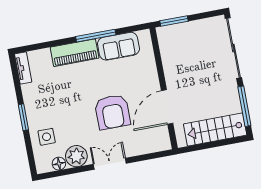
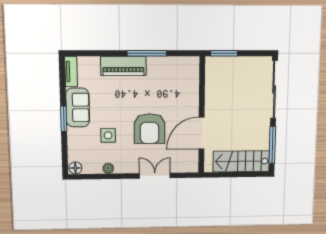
sofa: (118, 46) -> (78, 107), moved, turned -90
side table: (47, 137) -> (108, 135), moved
plant: (76, 156) -> (108, 168), width x0.53, depth x0.53
floor lamp: (59, 164) -> (75, 168), moved
double door: (110, 164) -> (155, 176), moved

